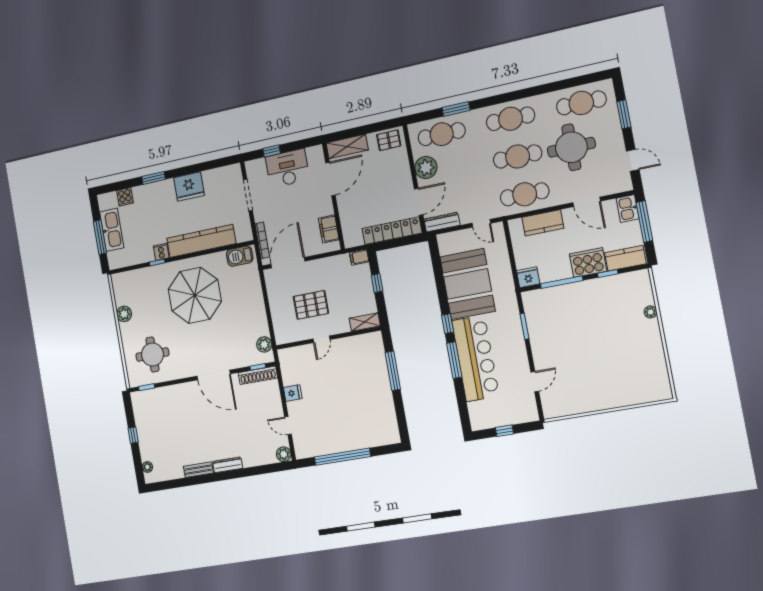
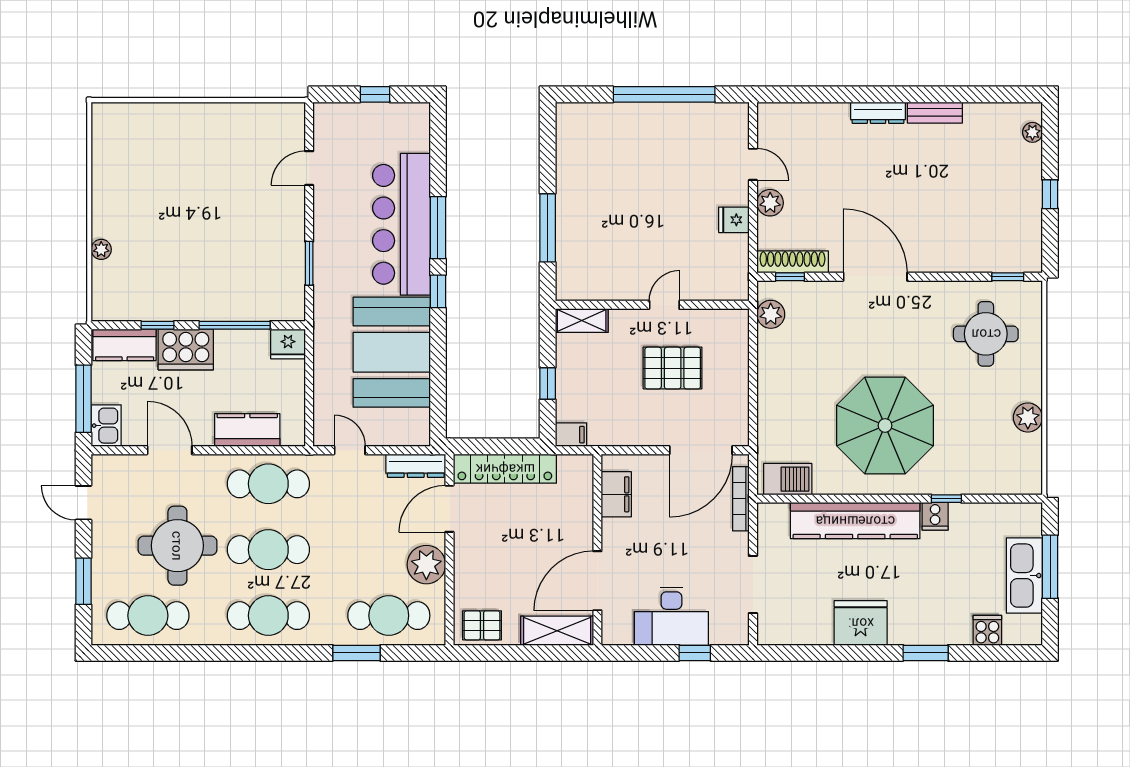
plant: (284, 454) -> (770, 203), moved

